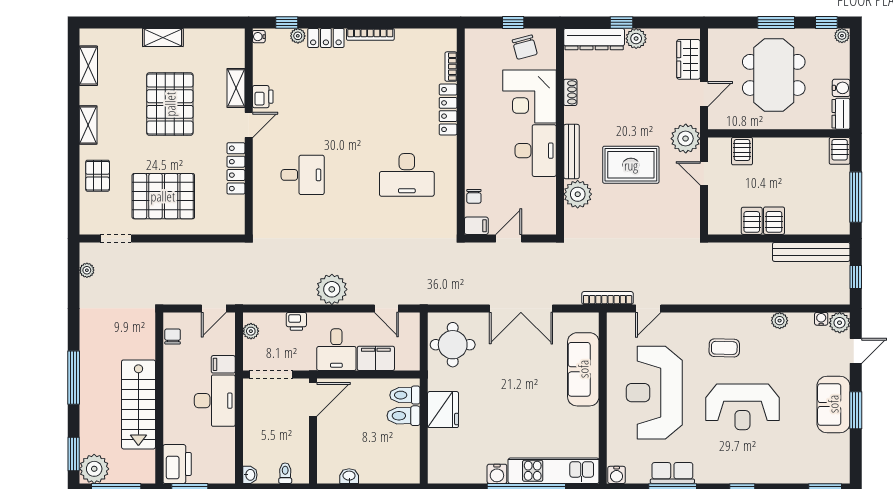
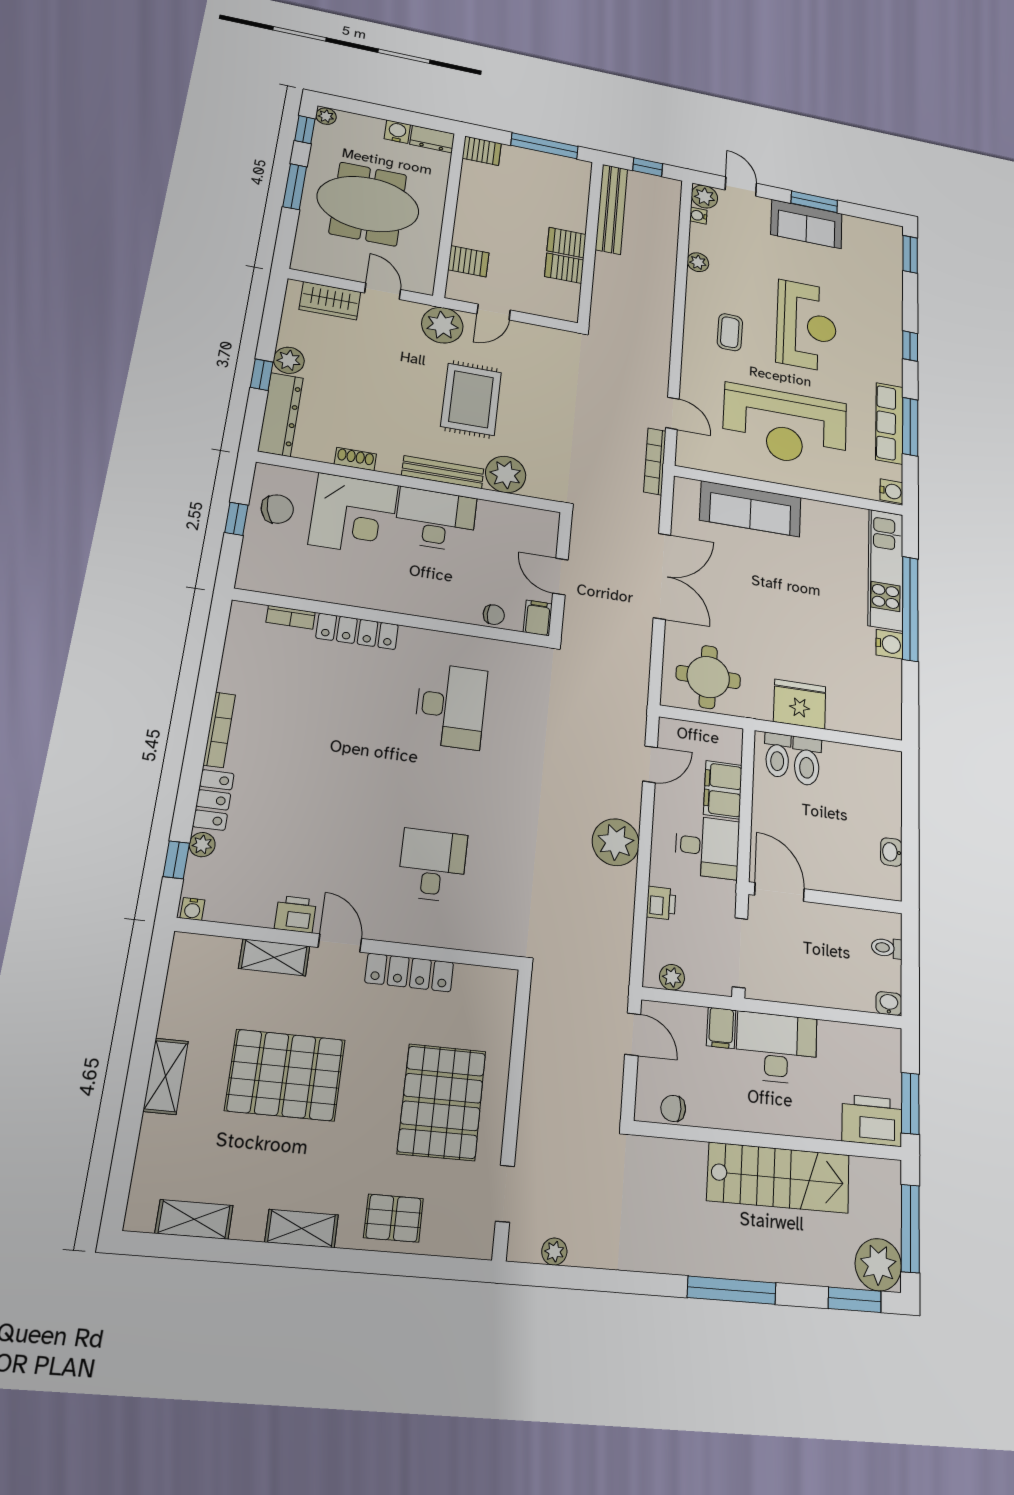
row of seats: (672, 473) -> (889, 423), width x1.48

